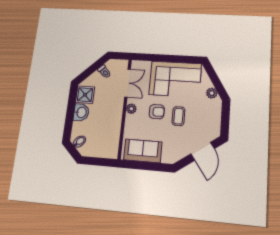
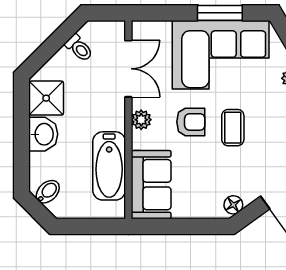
window: (177, 59) -> (220, 13), added
bathtub: (112, 131) -> (109, 166), added
sofa: (143, 151) -> (151, 185), moved, turned 90
floor lamp: (175, 157) -> (233, 205), added

